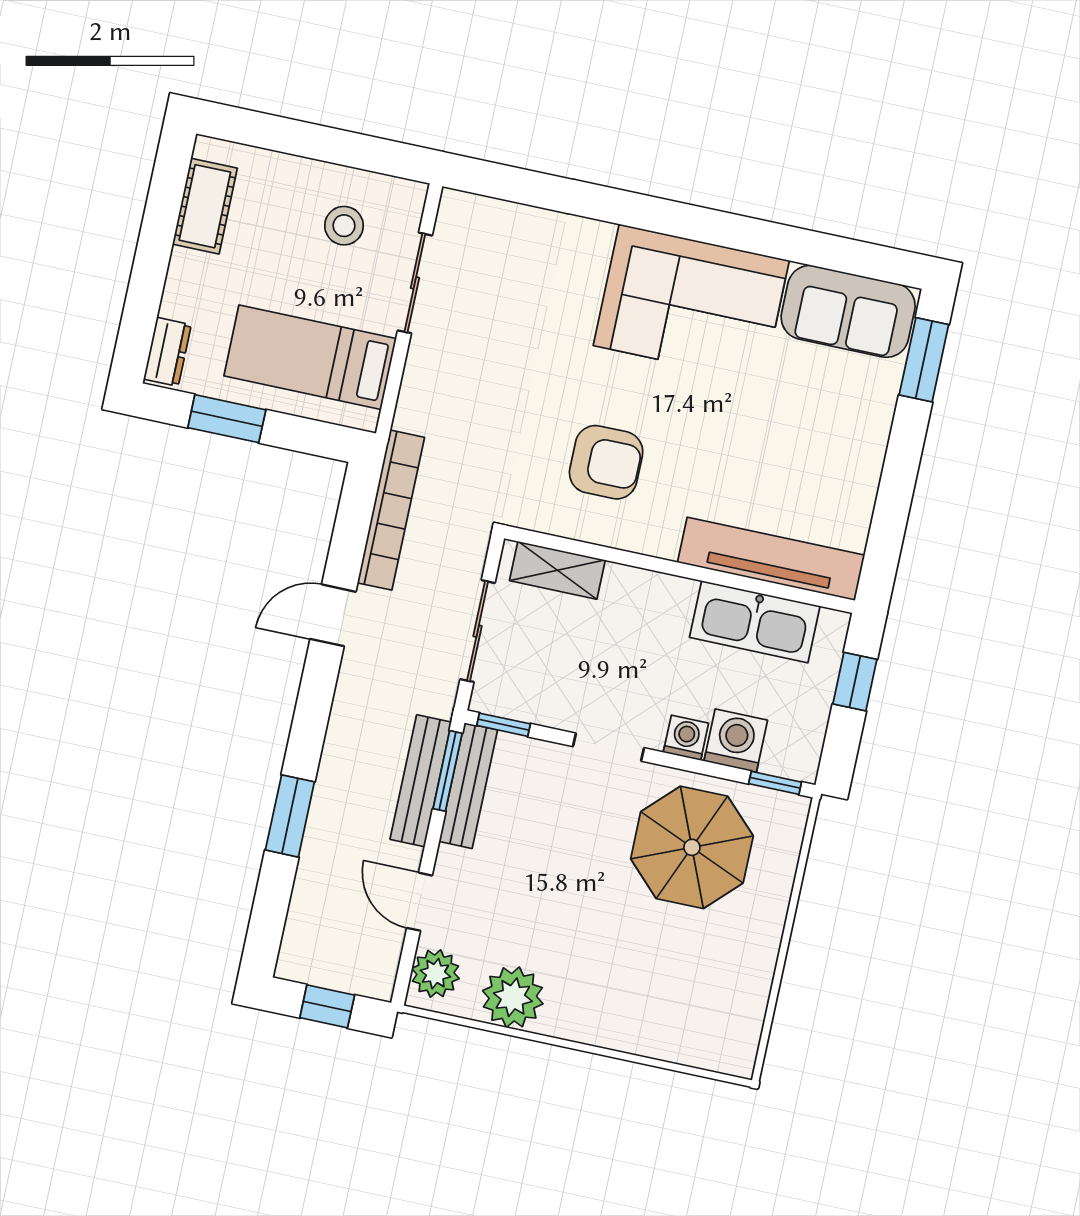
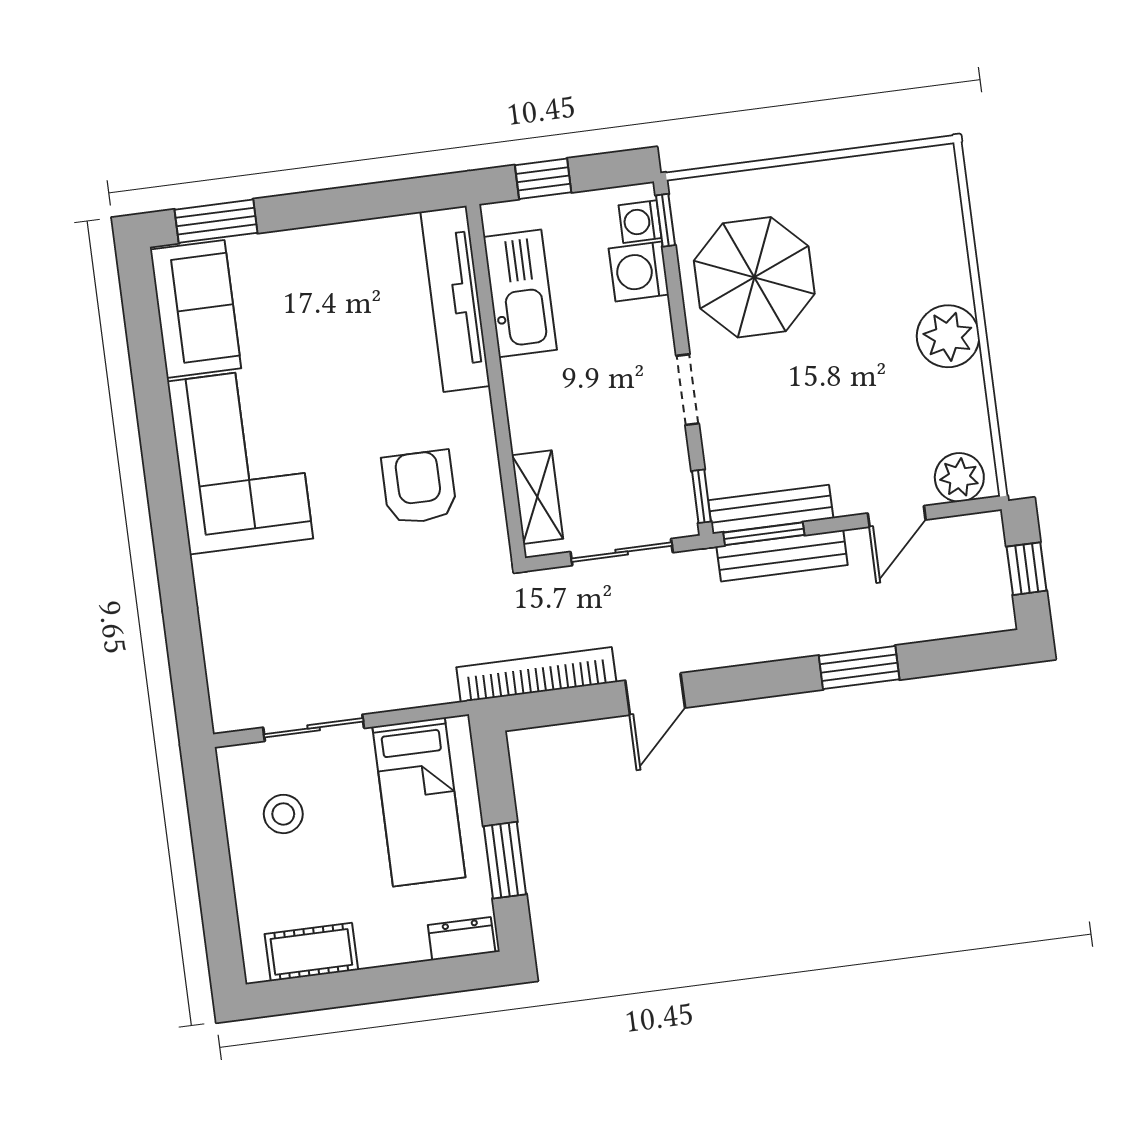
door: (333, 615) -> (655, 694), hinge flipped
washing machine: (686, 738) -> (640, 222), moved
plant: (513, 997) -> (948, 336), moved

